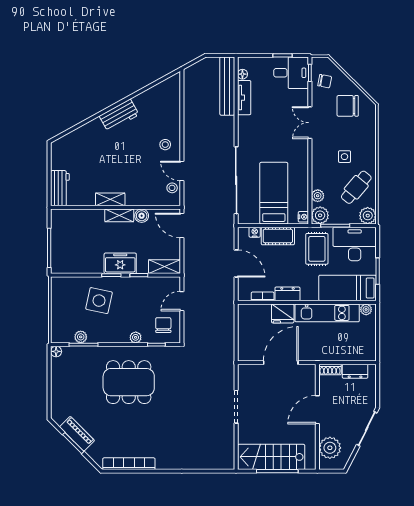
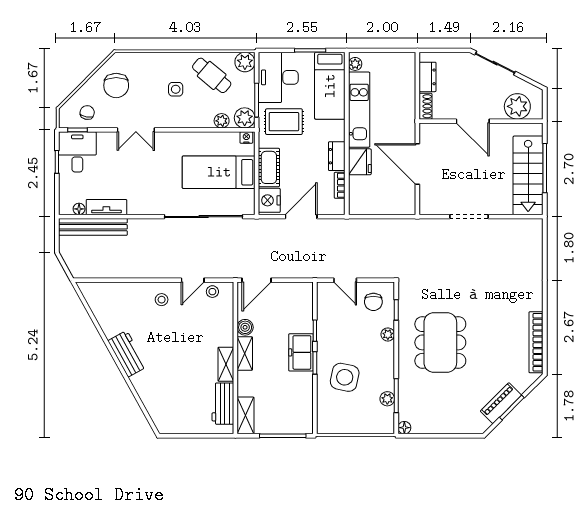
workbench: (60, 188) -> (223, 404), moved, turned -90
nightstand: (255, 232) -> (269, 200), width x1.89, depth x1.79
shelving: (164, 267) -> (245, 415), moved
chair: (163, 325) -> (373, 302), turned -90

